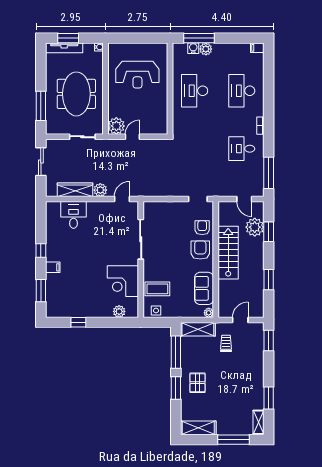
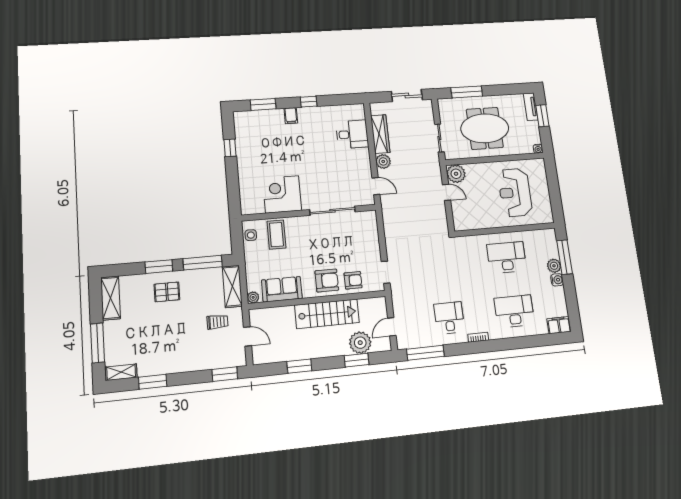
tv unit: (64, 48) -> (531, 107), width x0.71
water cooler: (193, 48) -> (557, 280), moved
filing cabinet: (257, 48) -> (559, 325), width x2.00
plant: (119, 311) -> (246, 193), removed

